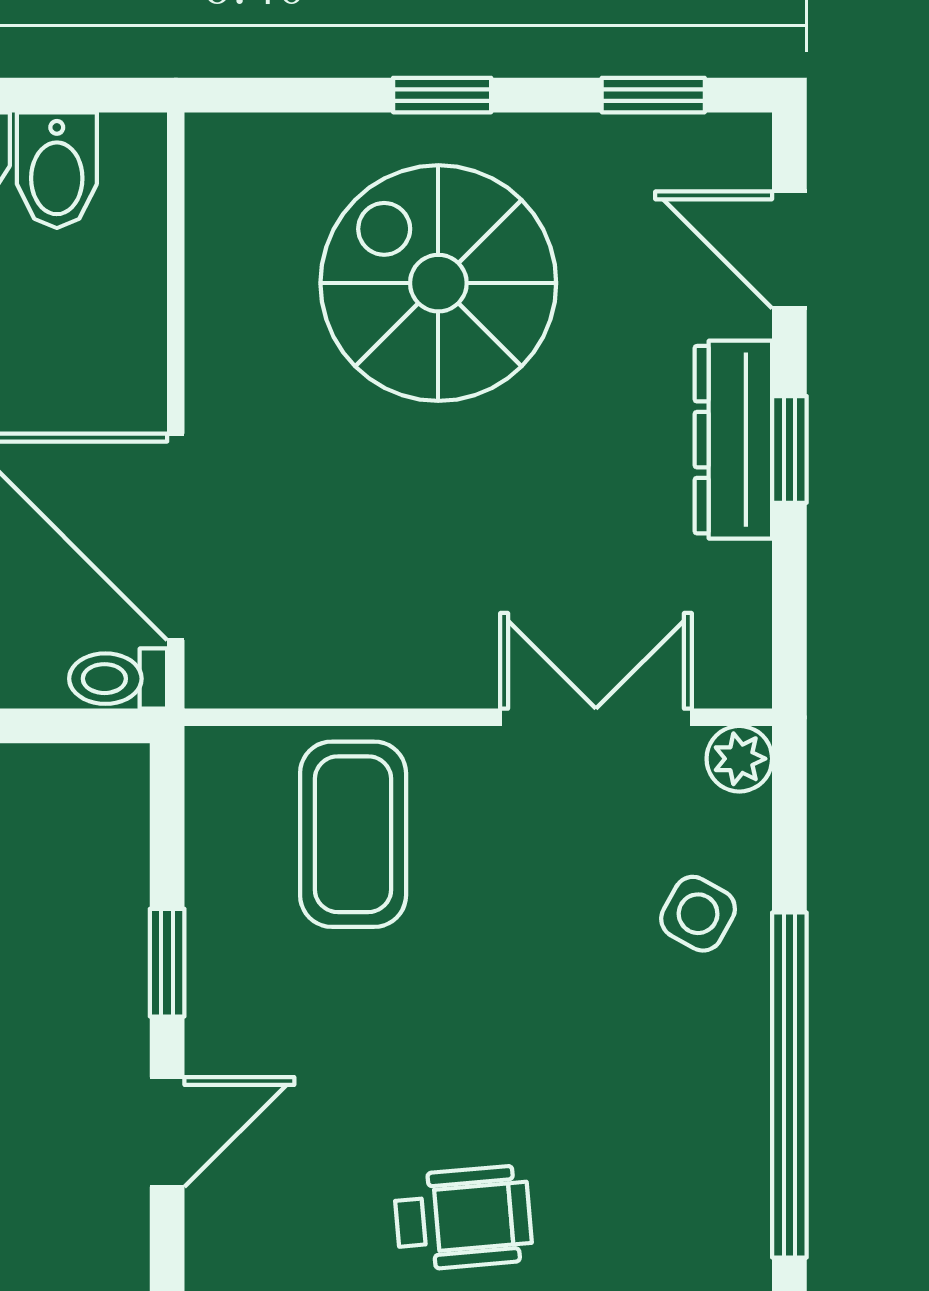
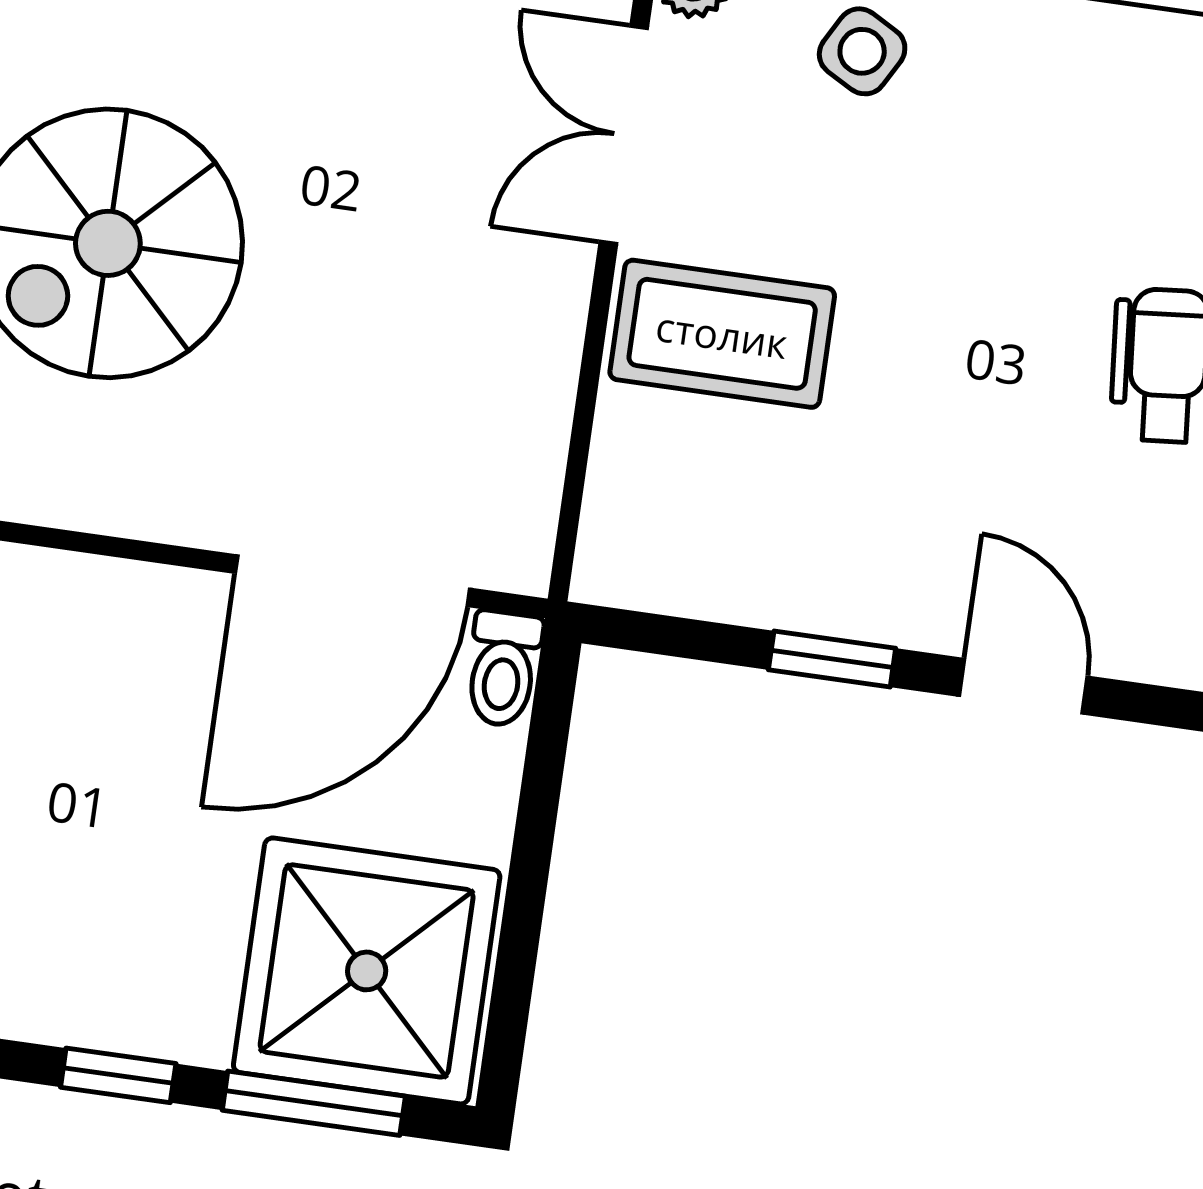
coffee table: (353, 834) -> (722, 334), moved

